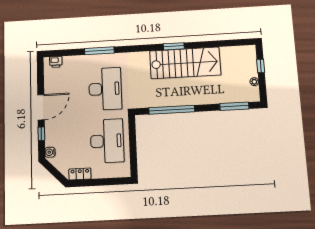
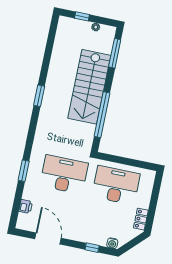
window: (99, 51) -> (24, 171), width x0.69
printer: (56, 62) -> (26, 206), moved
stairs: (185, 63) -> (89, 87), moved, turned 180
door: (41, 107) -> (48, 239), moved

